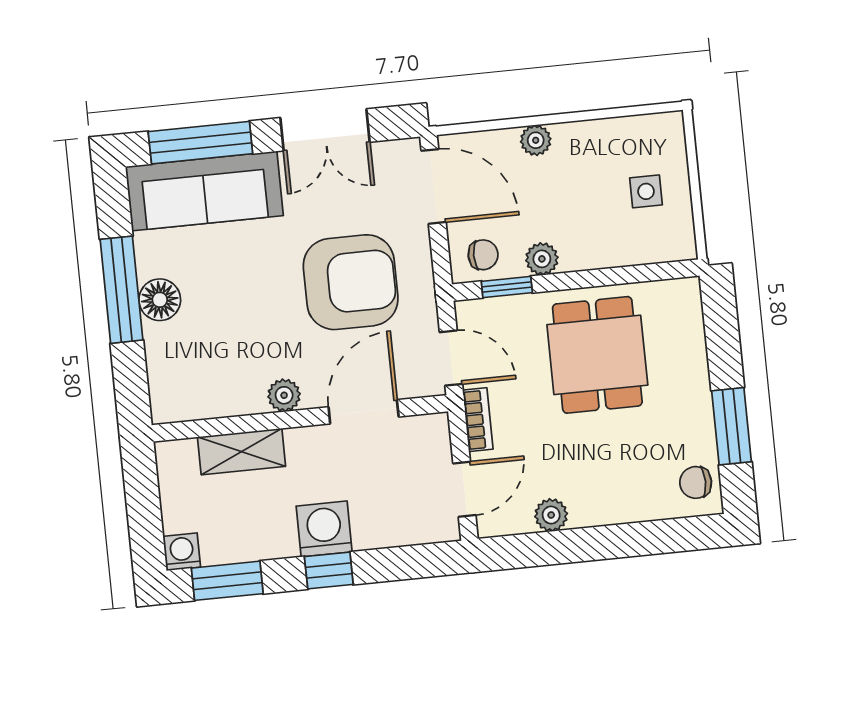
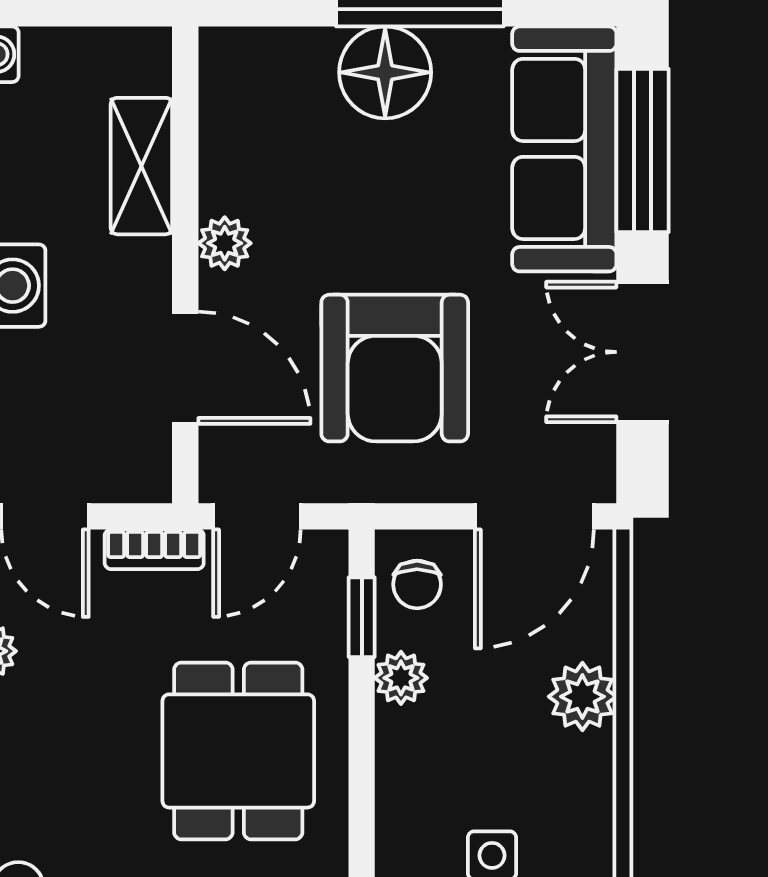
plant: (536, 140) -> (582, 697), width x1.38, depth x1.38
floor lamp: (160, 300) -> (385, 72), width x1.38, depth x1.38
dining table: (597, 355) -> (238, 751), turned 90

